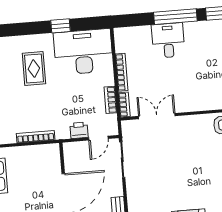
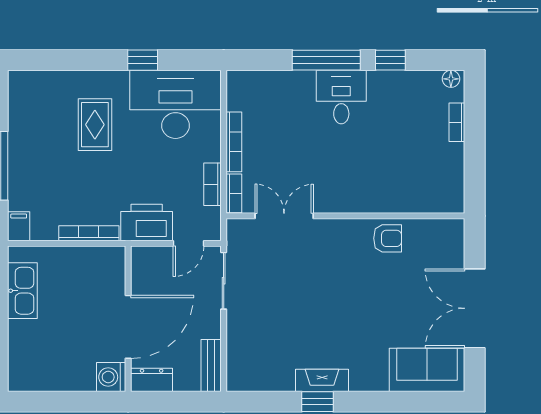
desk: (168, 40) -> (341, 97), moved
printer: (79, 130) -> (147, 223), width x1.87, depth x1.48

